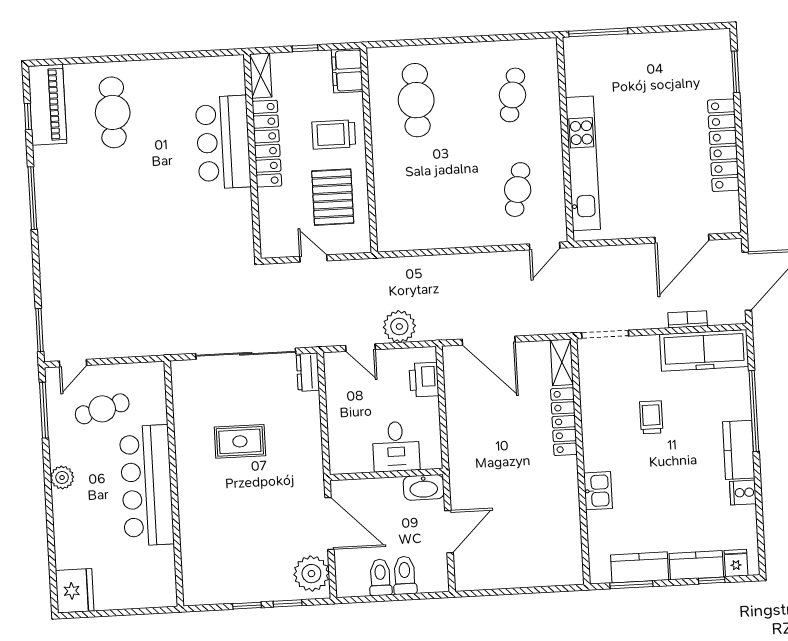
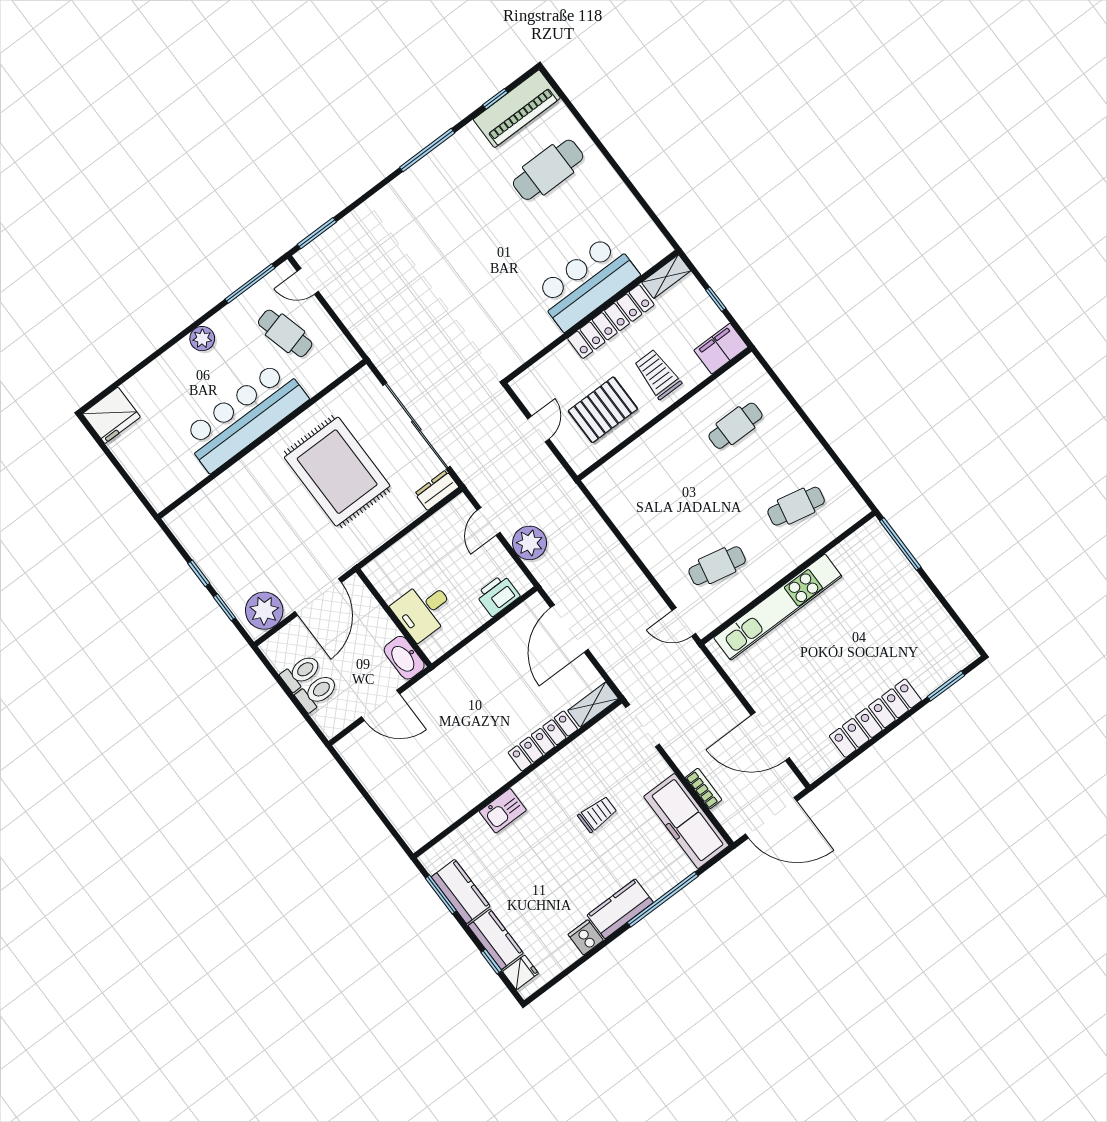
cafe table: (416, 100) -> (735, 426), width x0.73, depth x0.74
rug: (240, 441) -> (337, 472), width x1.86, depth x2.06

